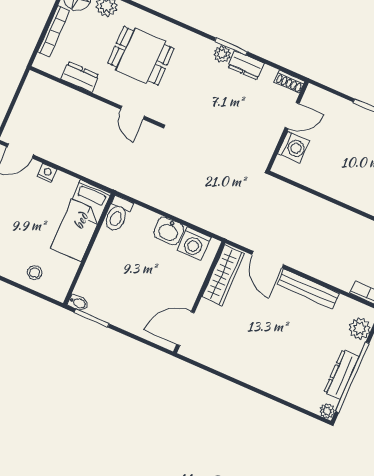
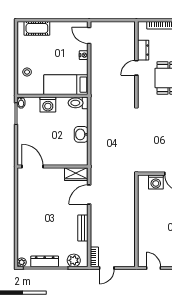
door: (132, 113) -> (136, 68), moved
washing machine: (194, 244) -> (48, 105), moved, turned -90
wardrobe: (223, 275) -> (76, 174), width x0.67
bench: (308, 289) -> (83, 228), width x0.73

